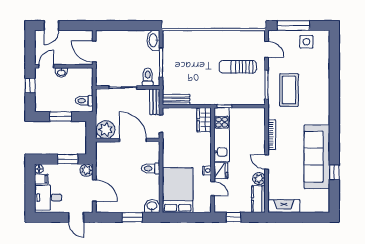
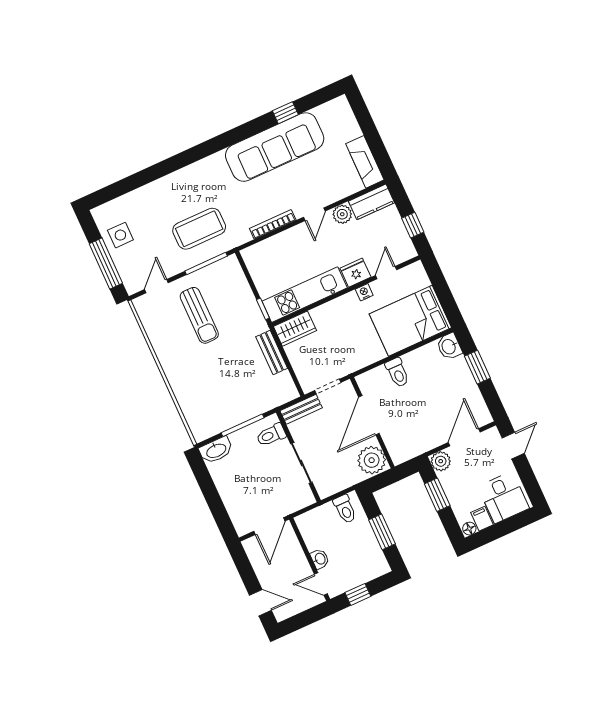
bench: (176, 100) -> (272, 353), moved

